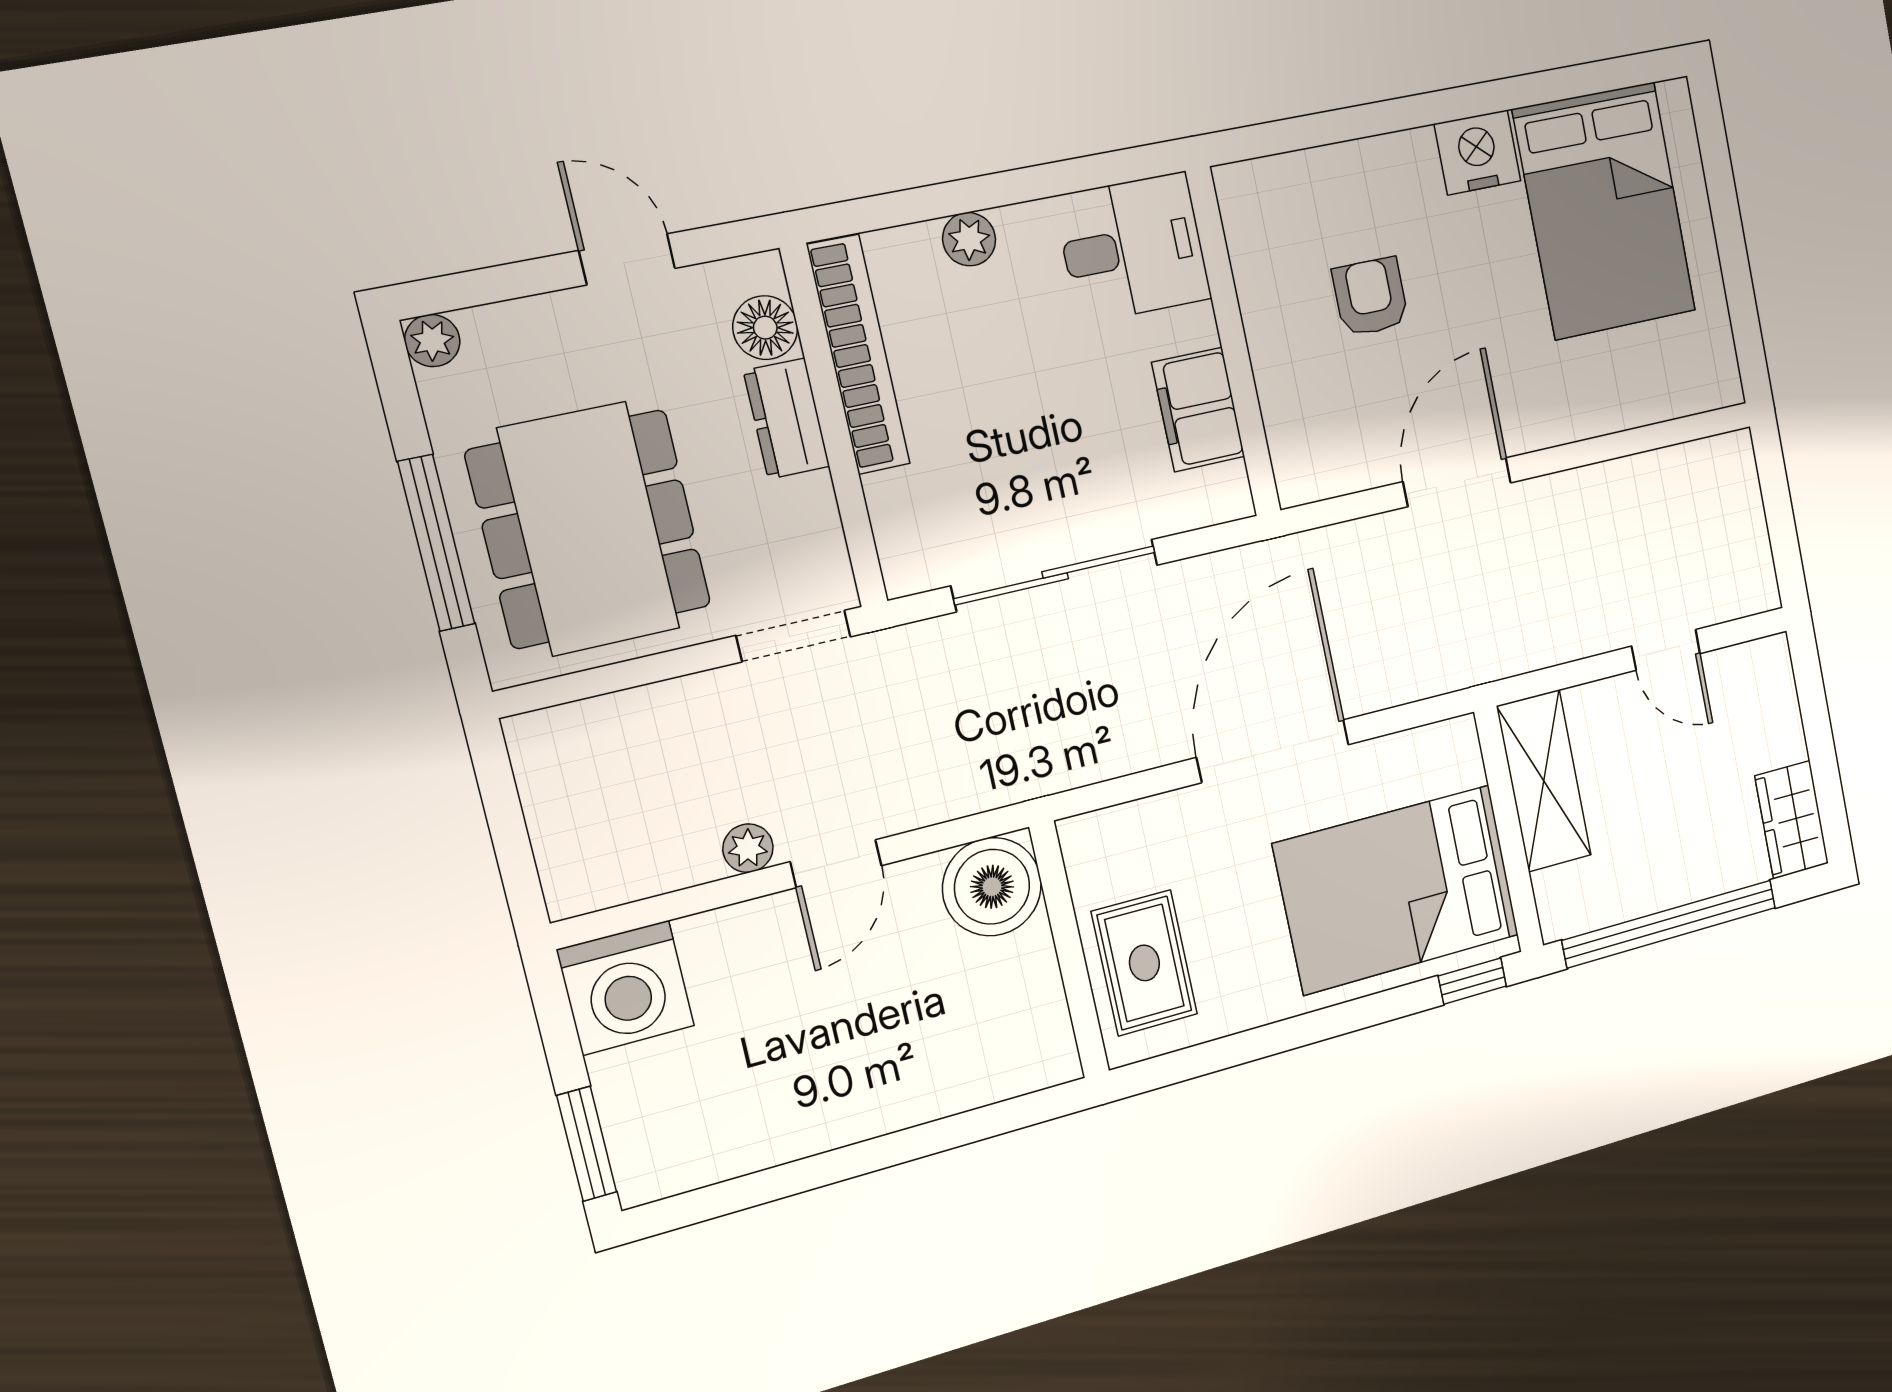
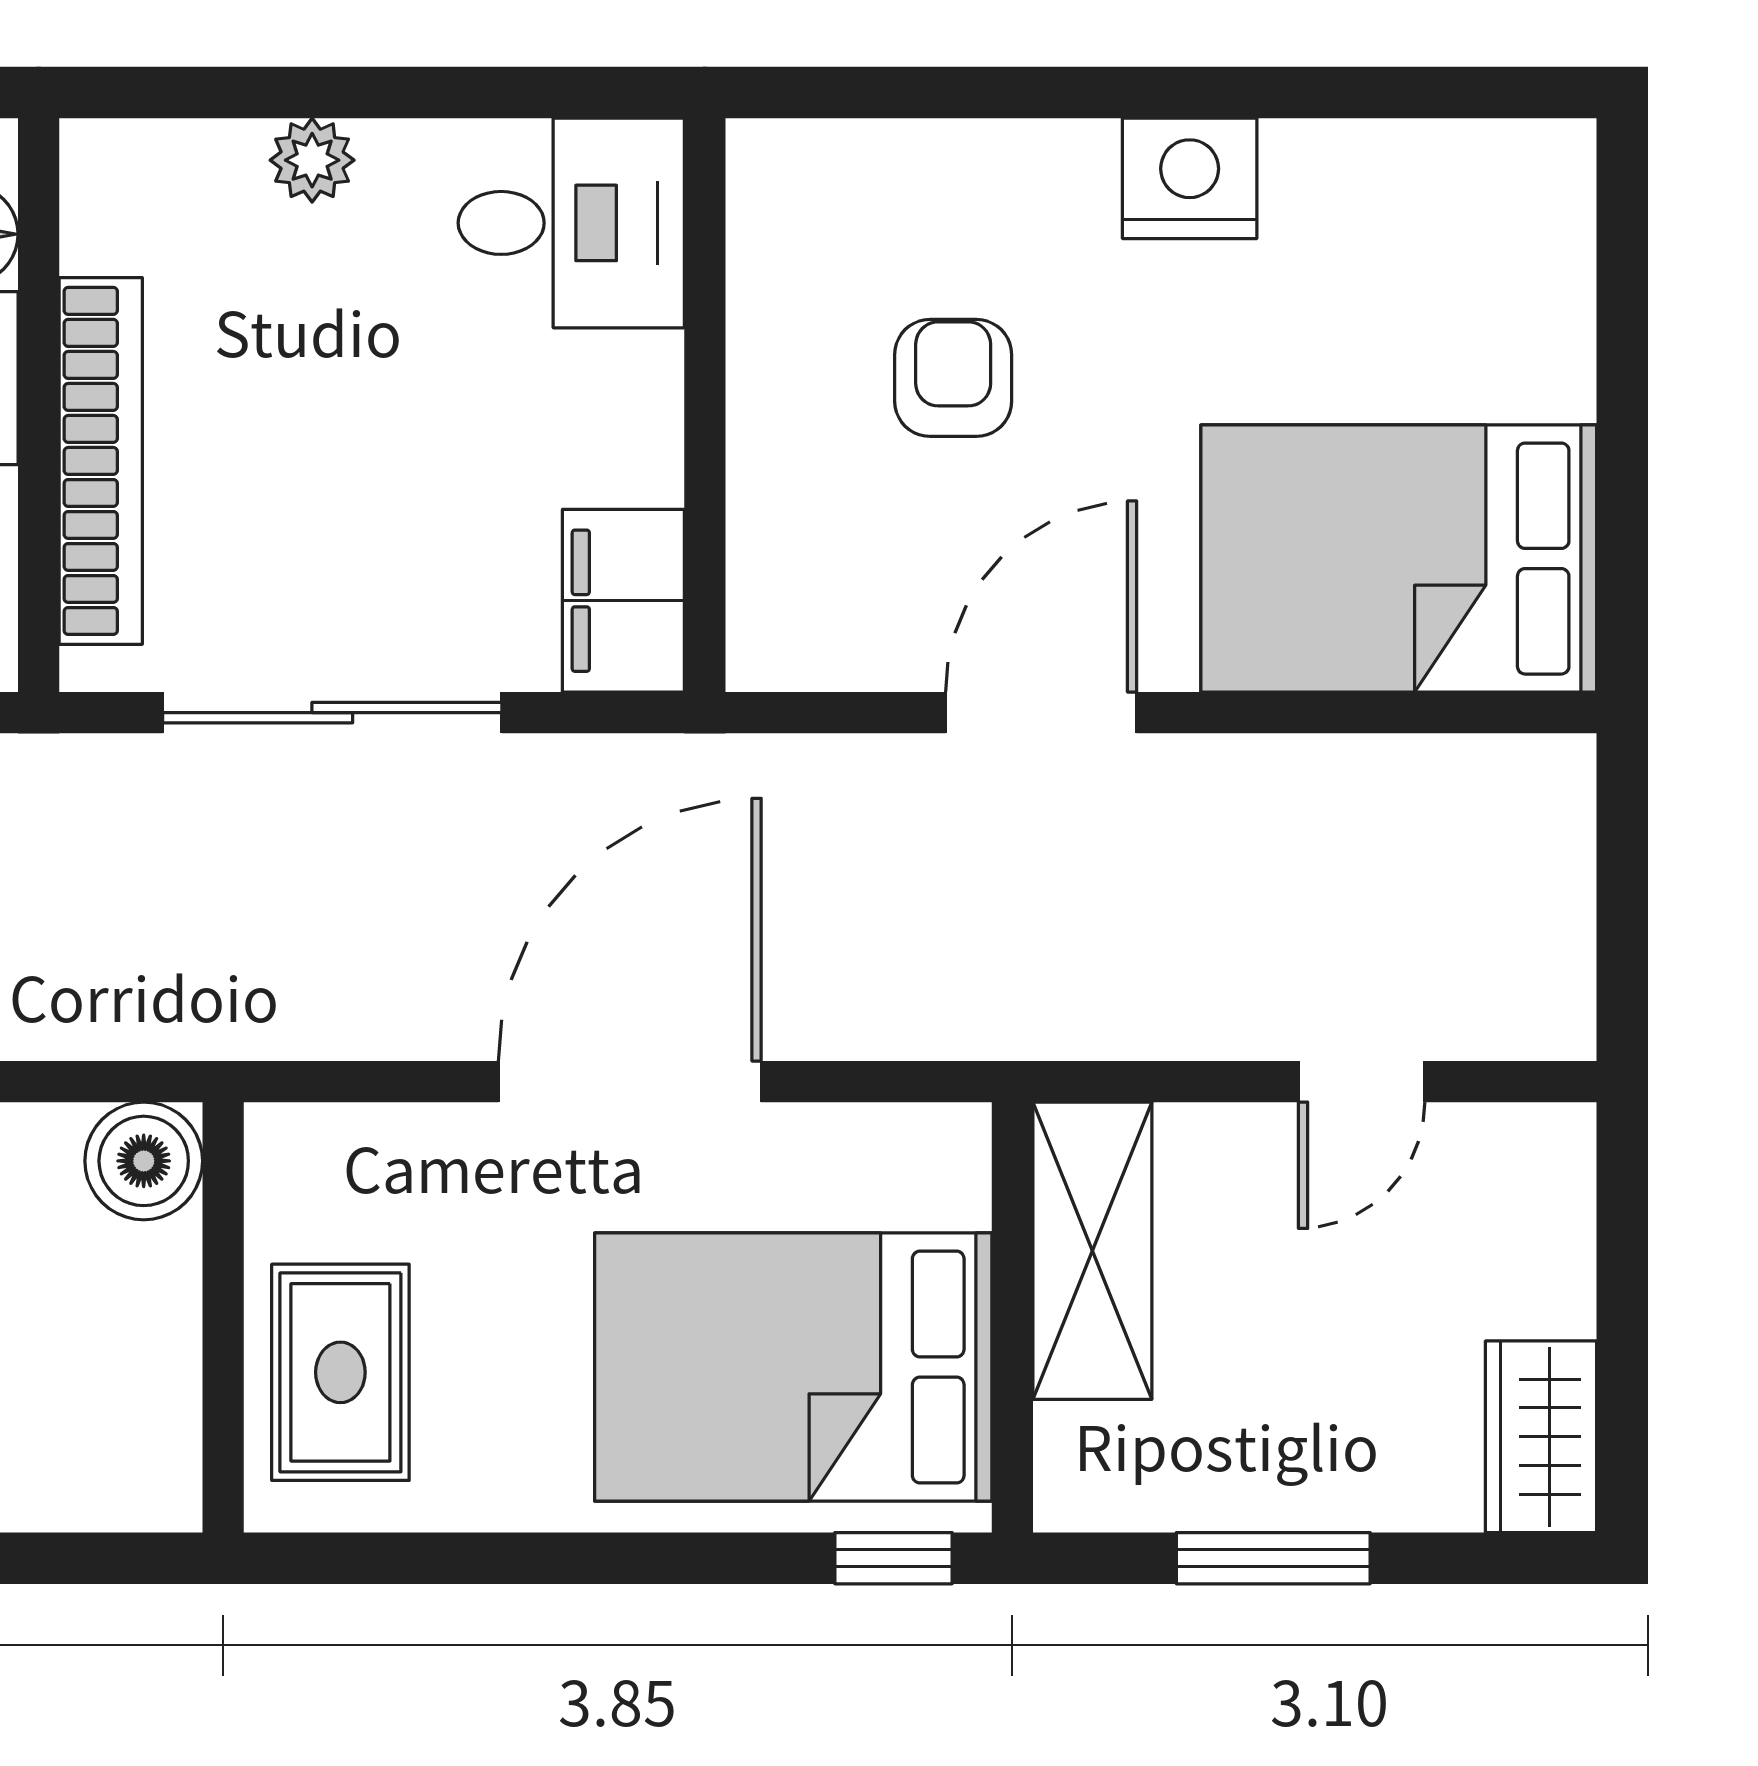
bed: (1605, 211) -> (1399, 559), moved, turned 90
bookcase: (858, 355) -> (101, 461), moved
filing cabinet: (1198, 410) -> (623, 601), moved
door: (1666, 650) -> (1362, 1082), hinge flipped
boiler: (992, 887) -> (144, 1161), width x0.73, depth x0.73
window: (1670, 924) -> (1273, 1558), width x0.47

